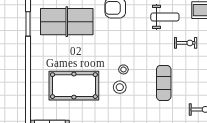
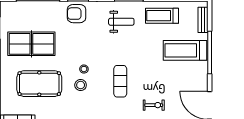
table tennis table: (67, 22) -> (31, 44), moved
exercise bike: (186, 43) -> (140, 45), removed

